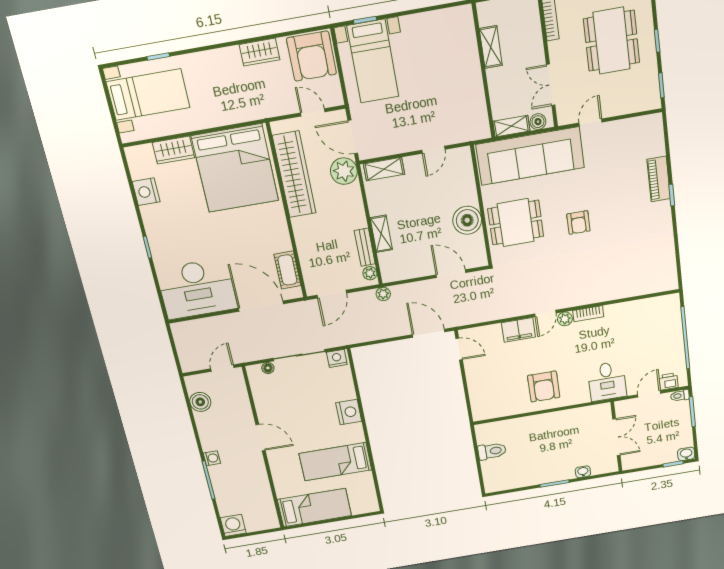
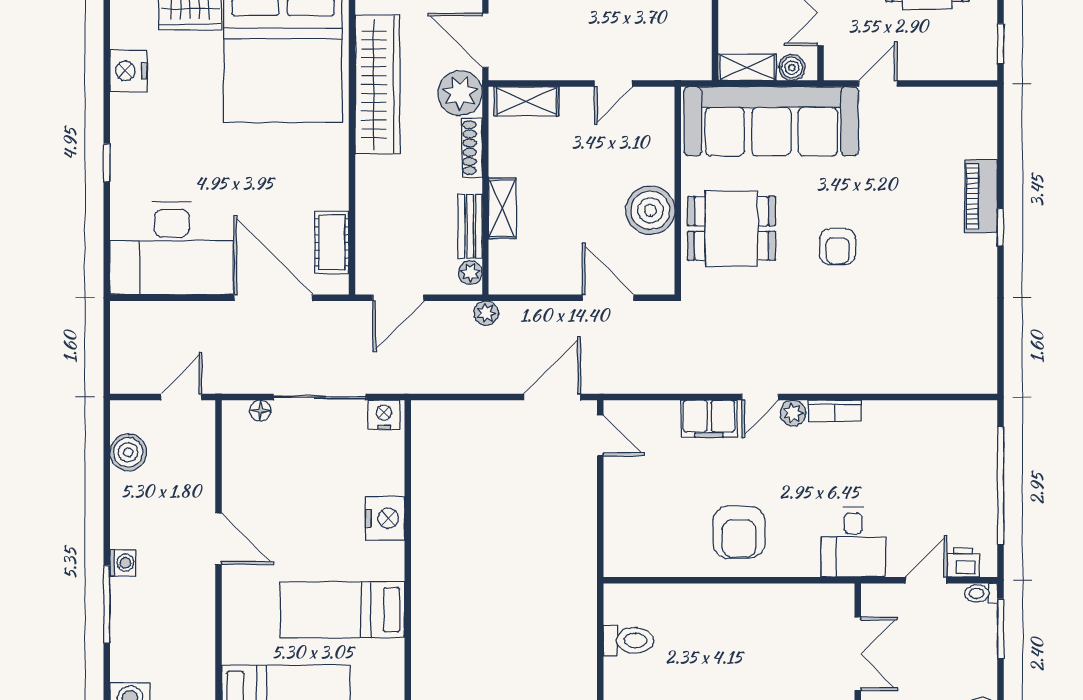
shoe rack: (357, 202) -> (472, 148), added
door: (429, 333) -> (552, 397), hinge flipped

